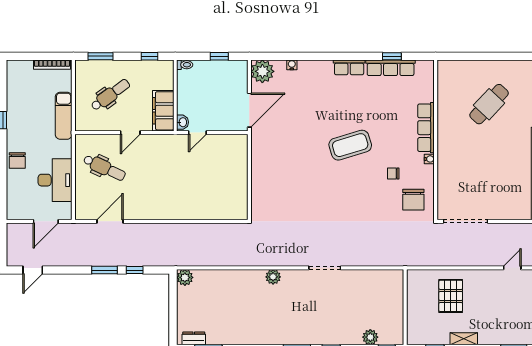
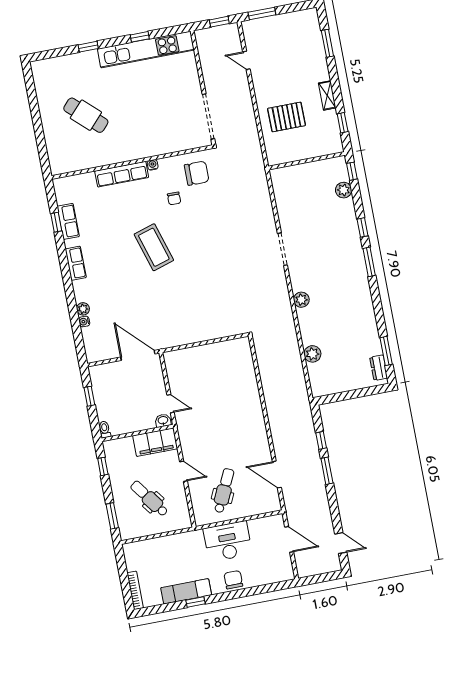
bookcase: (52, 65) -> (135, 590), moved
row of seats: (391, 68) -> (68, 221), width x0.68
plant: (262, 71) -> (83, 309), moved, width x0.53, depth x0.53
exam couch: (64, 116) -> (186, 591), moved, turned 180
chair: (17, 160) -> (233, 580), turned -90
desk: (55, 180) -> (228, 541), moved
plant: (185, 277) -> (312, 354), moved

